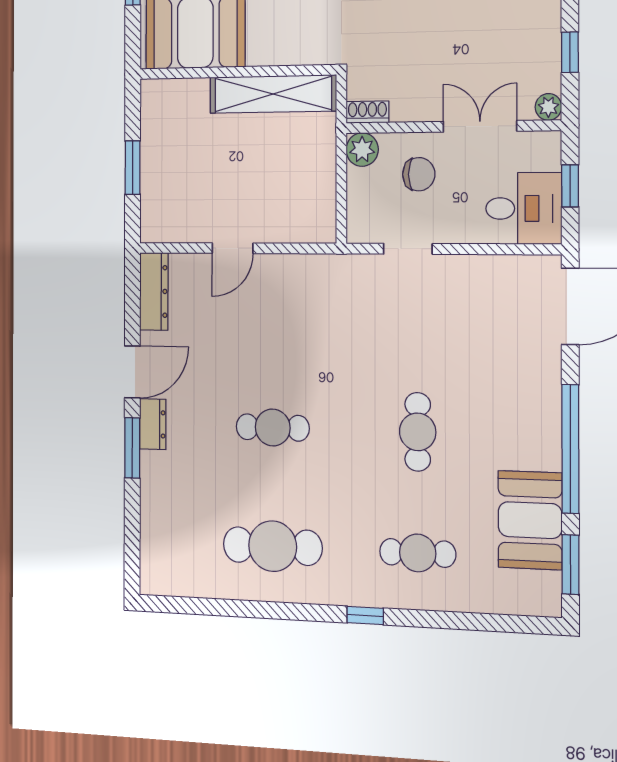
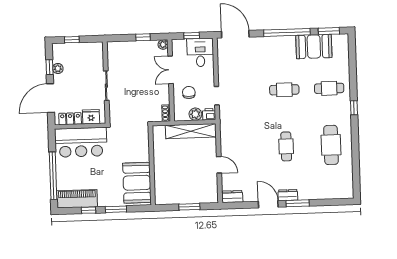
shelving: (273, 94) -> (191, 131), moved, turned 90
plant: (362, 150) -> (195, 114), moved
printer: (361, 227) -> (209, 114), added
dresser: (154, 291) -> (232, 197), width x0.70
cafe table: (418, 553) -> (329, 88), turned 90

